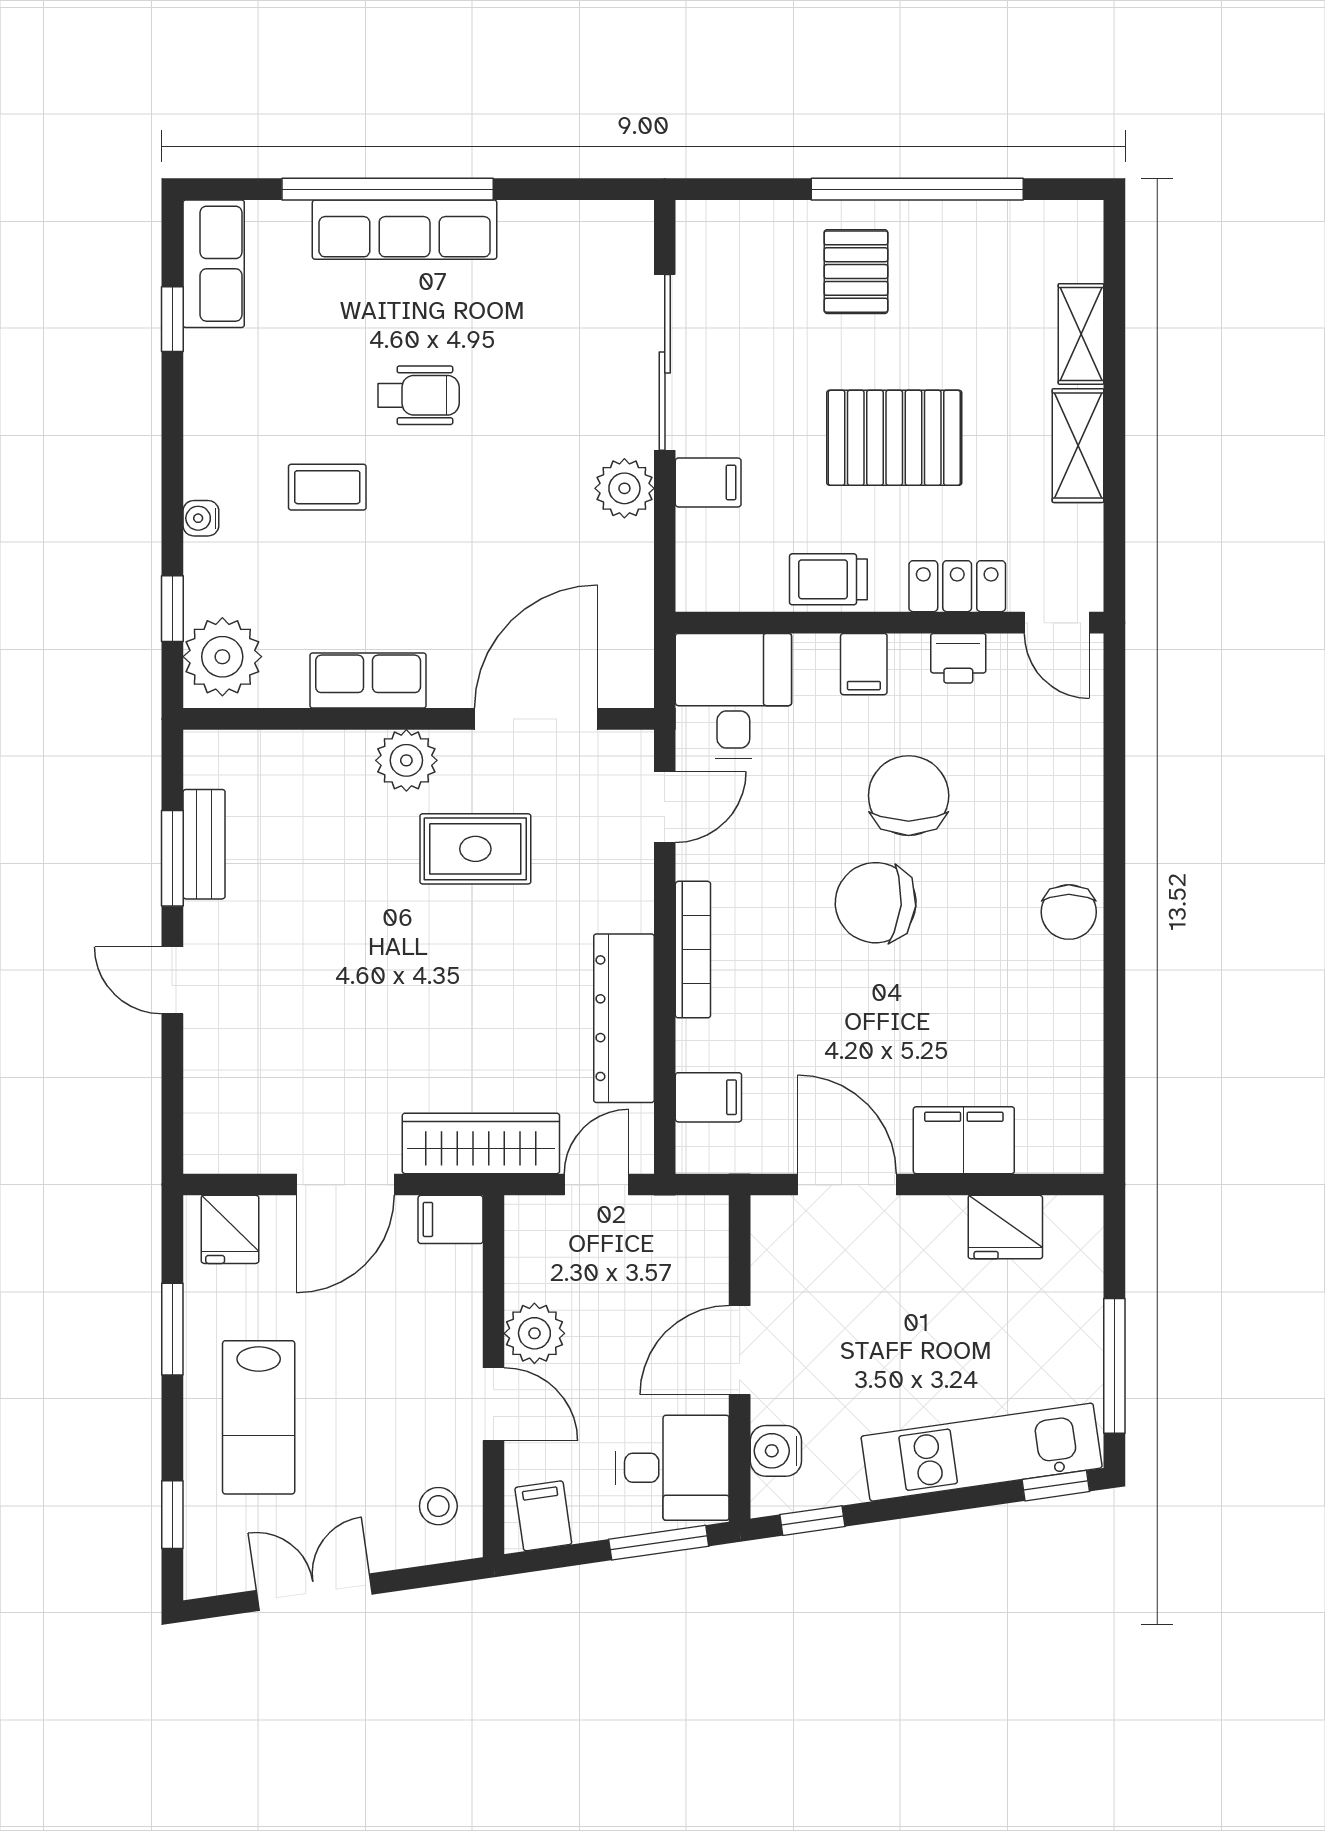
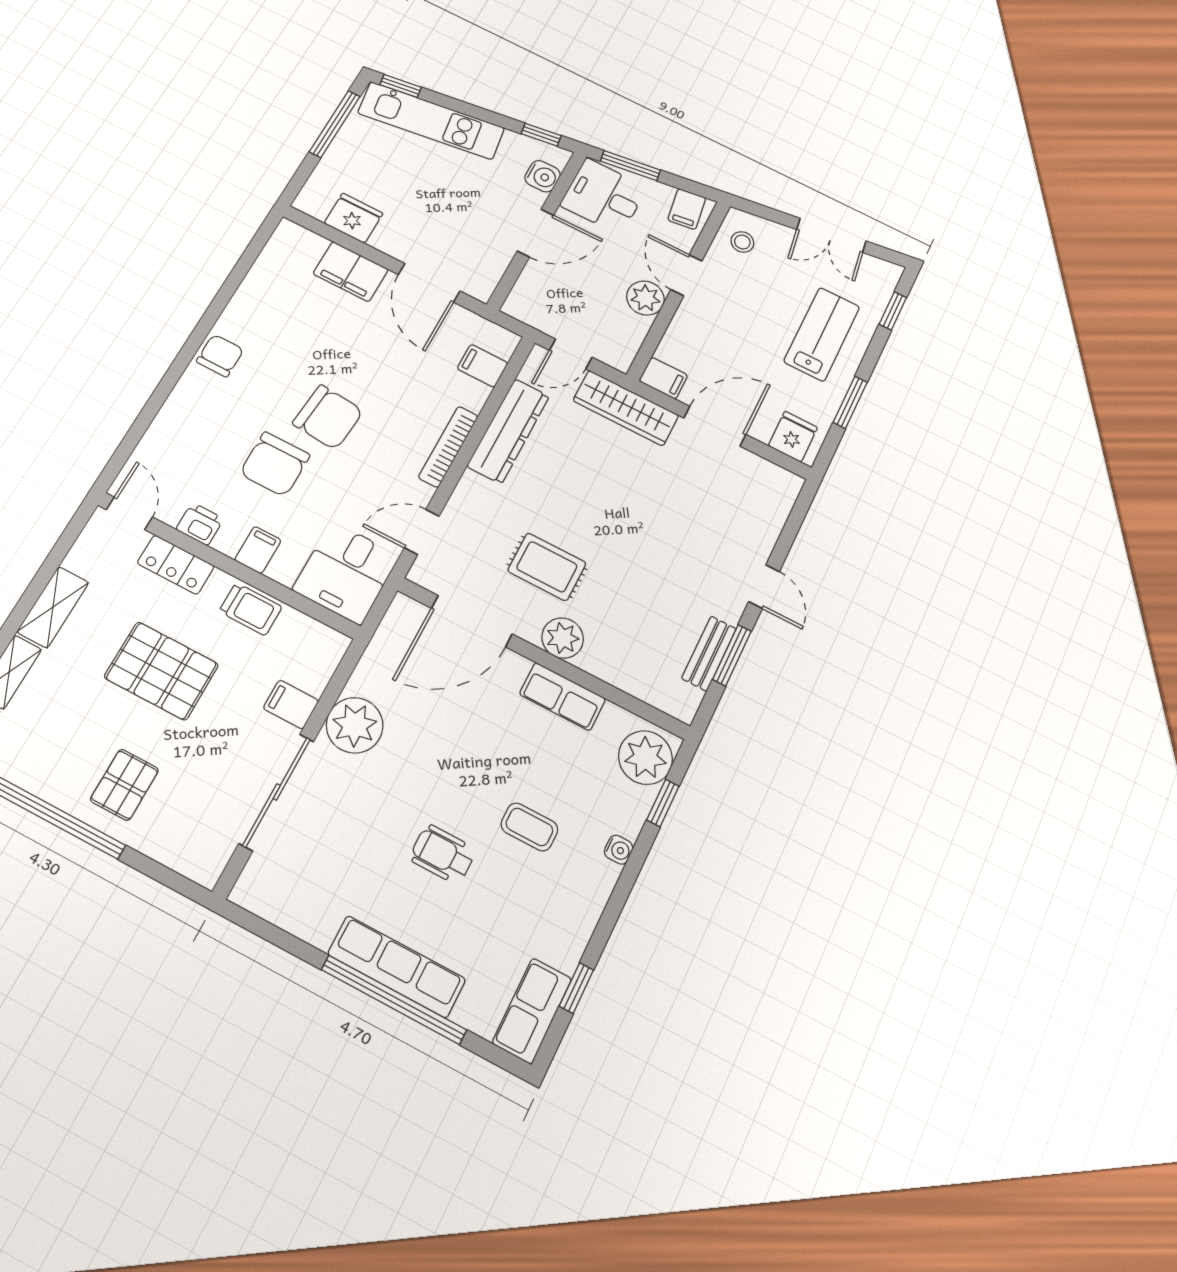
plant: (624, 488) -> (355, 725), width x1.36, depth x1.36

